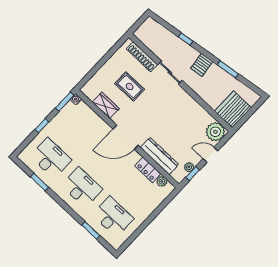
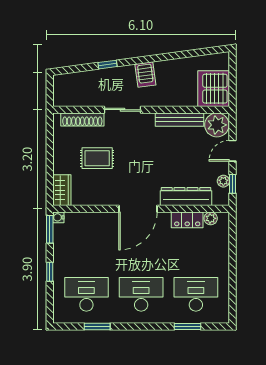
window: (228, 69) -> (174, 56), removed
wardrobe: (106, 105) -> (62, 190), moved, turned 90
bench: (197, 109) -> (179, 120), added

